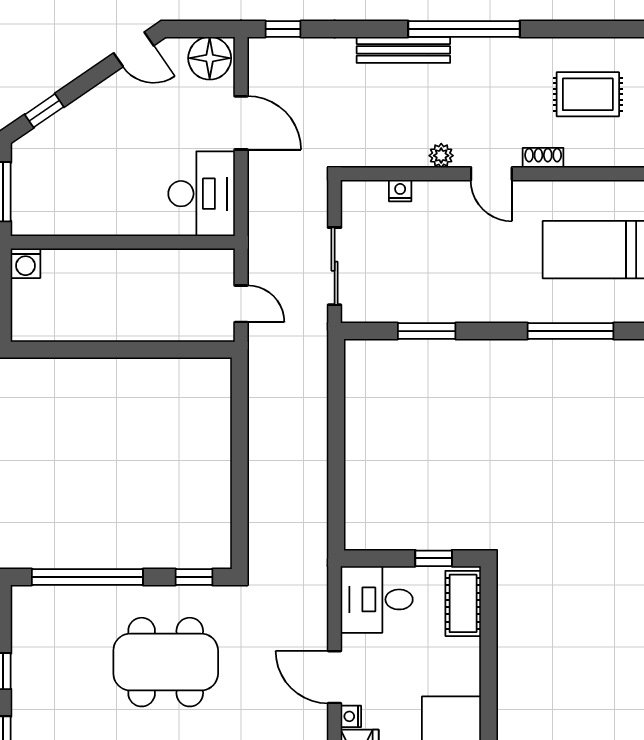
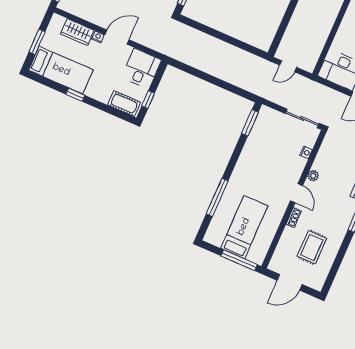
door: (491, 174) -> (296, 193), swing flipped
sliding door: (335, 266) -> (302, 118), moved
window: (427, 331) -> (250, 123), moved
window: (489, 710) -> (75, 95), added

